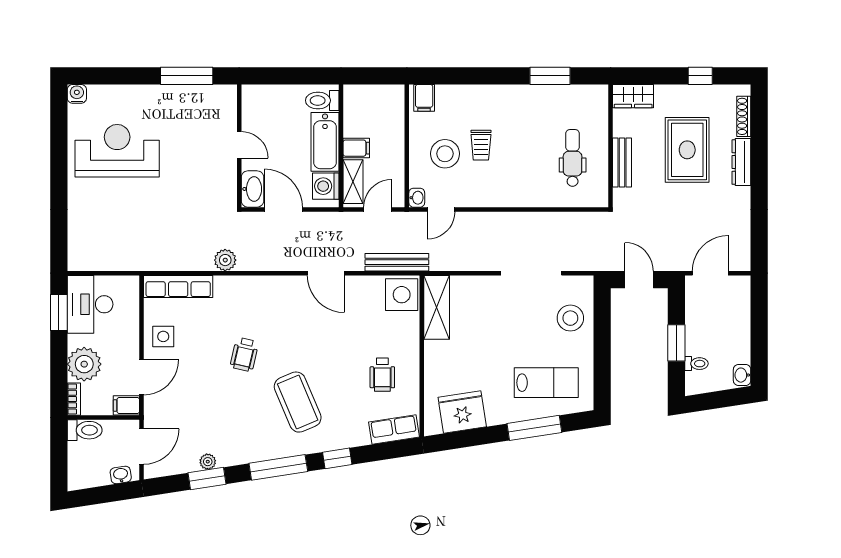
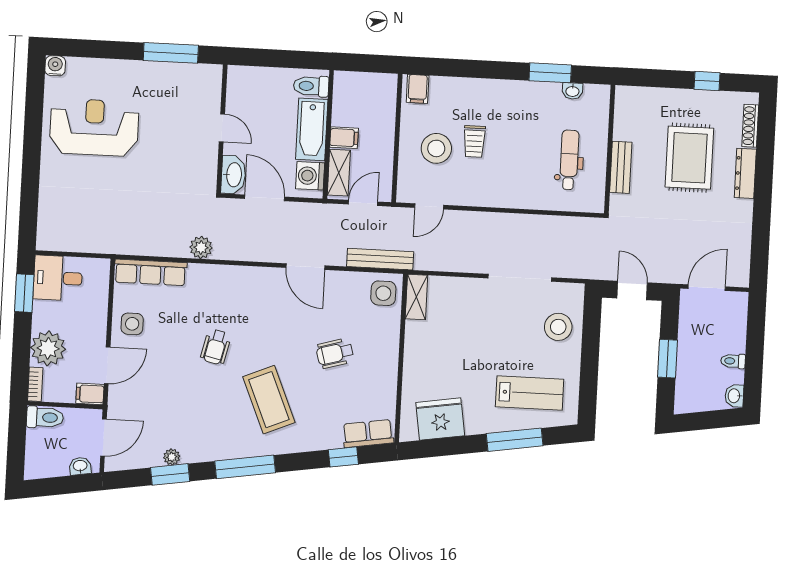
wardrobe: (633, 96) -> (636, 99), removed
washbasin: (417, 198) -> (572, 91), moved, turned 90
side table: (402, 295) -> (383, 293), width x0.73, depth x0.73
desk: (90, 304) -> (58, 278), width x0.73
shelving: (437, 307) -> (416, 297), width x0.67, depth x0.75
toilet: (696, 364) -> (733, 361), moved, turned 180
wheelchair: (382, 375) -> (335, 353), moved, turned 74
window: (337, 458) -> (343, 457), moved

